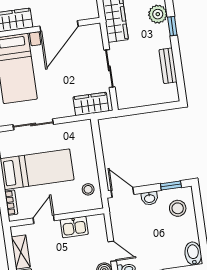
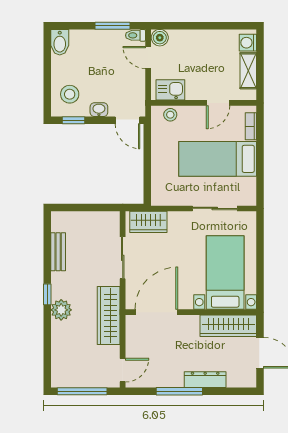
door: (59, 26) -> (156, 312), moved
stool: (88, 189) -> (170, 115), moved
kitchen sink: (74, 227) -> (170, 90), moved

